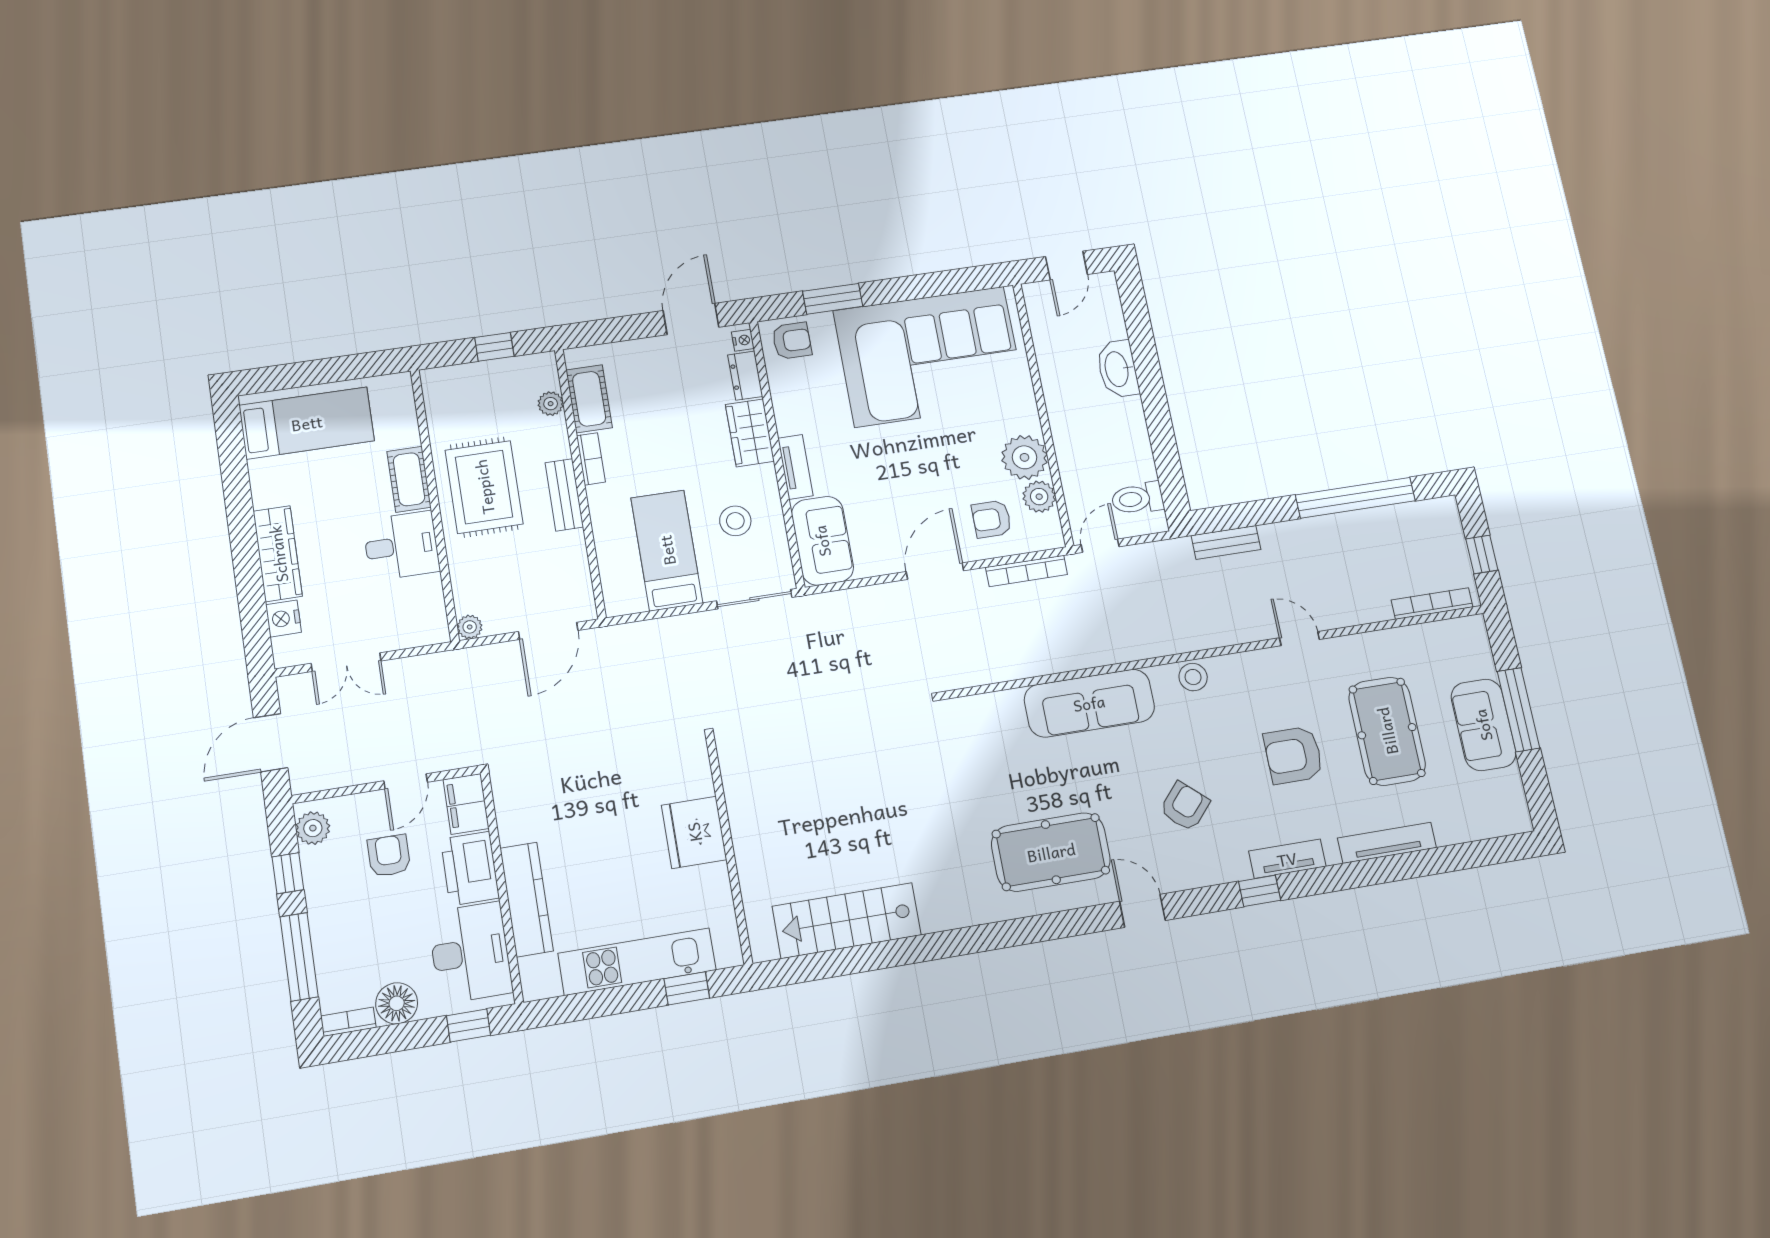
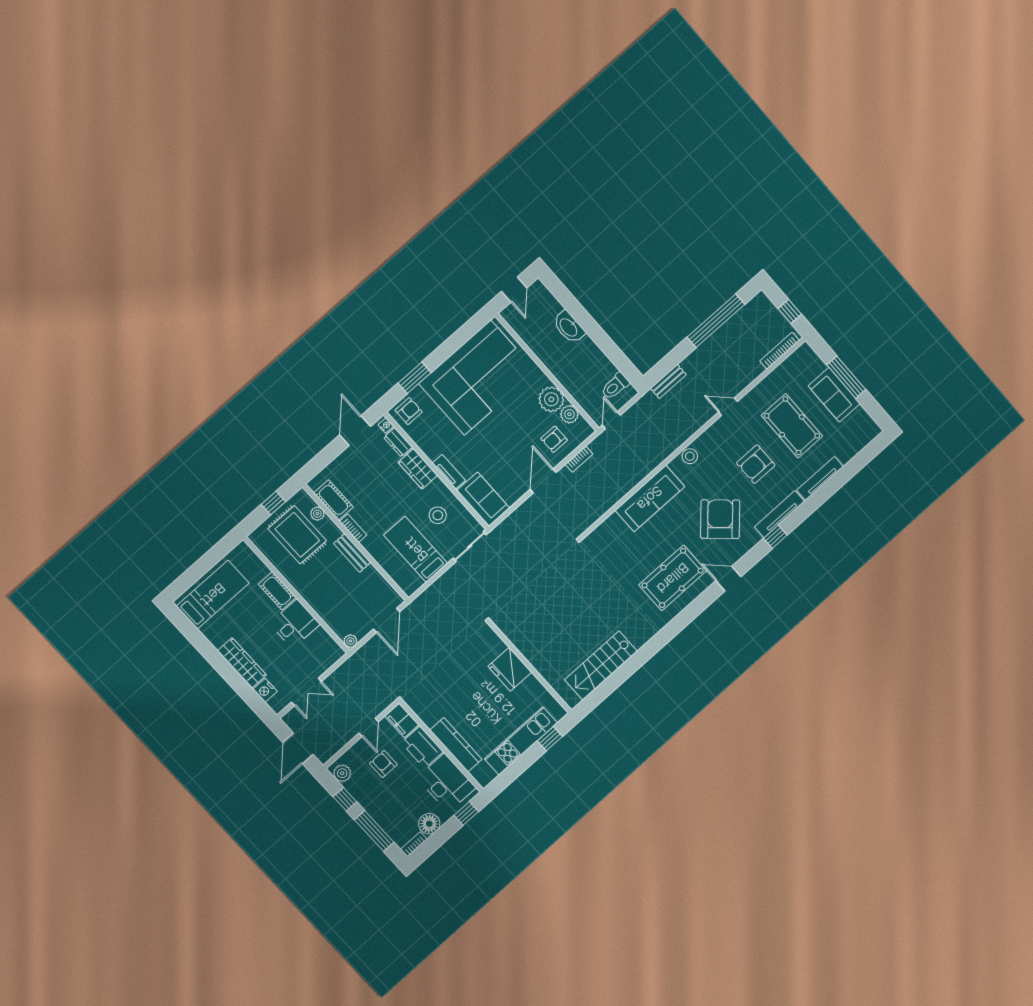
rug: (484, 487) -> (297, 535), moved
bookcase: (1026, 571) -> (579, 459), width x0.64
armchair: (1185, 806) -> (720, 519), width x1.88, depth x1.88
tv unit: (1287, 859) -> (779, 514), width x1.41

